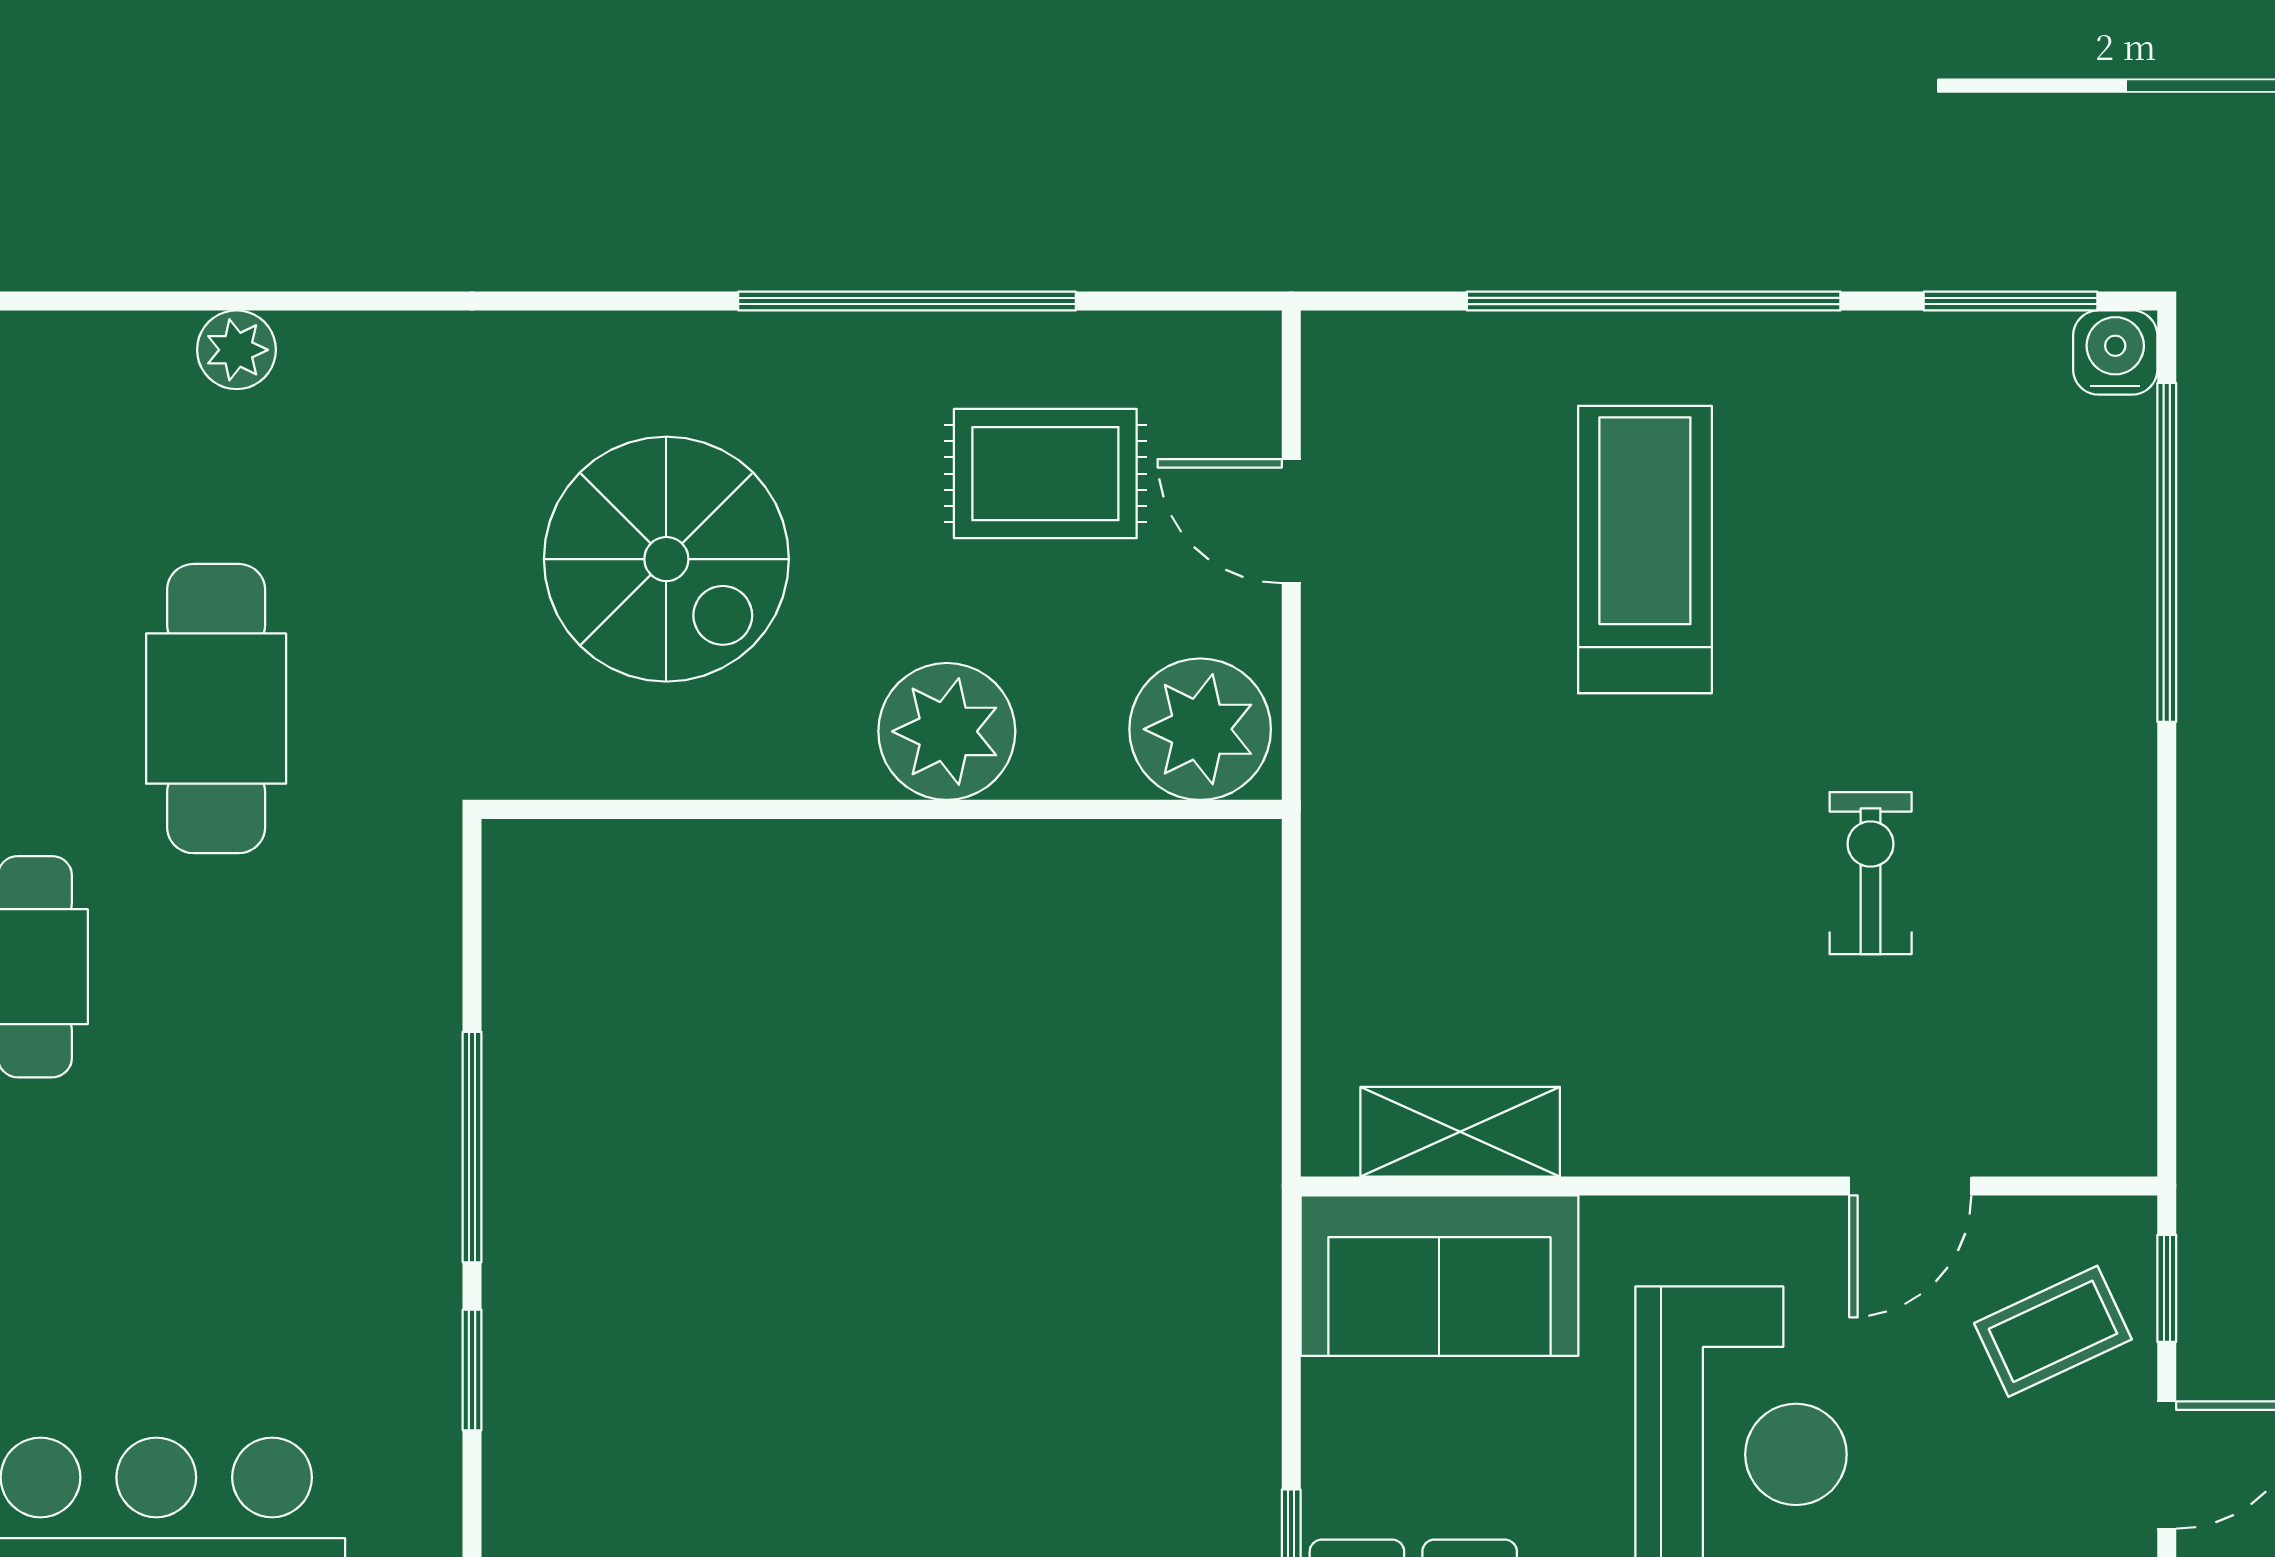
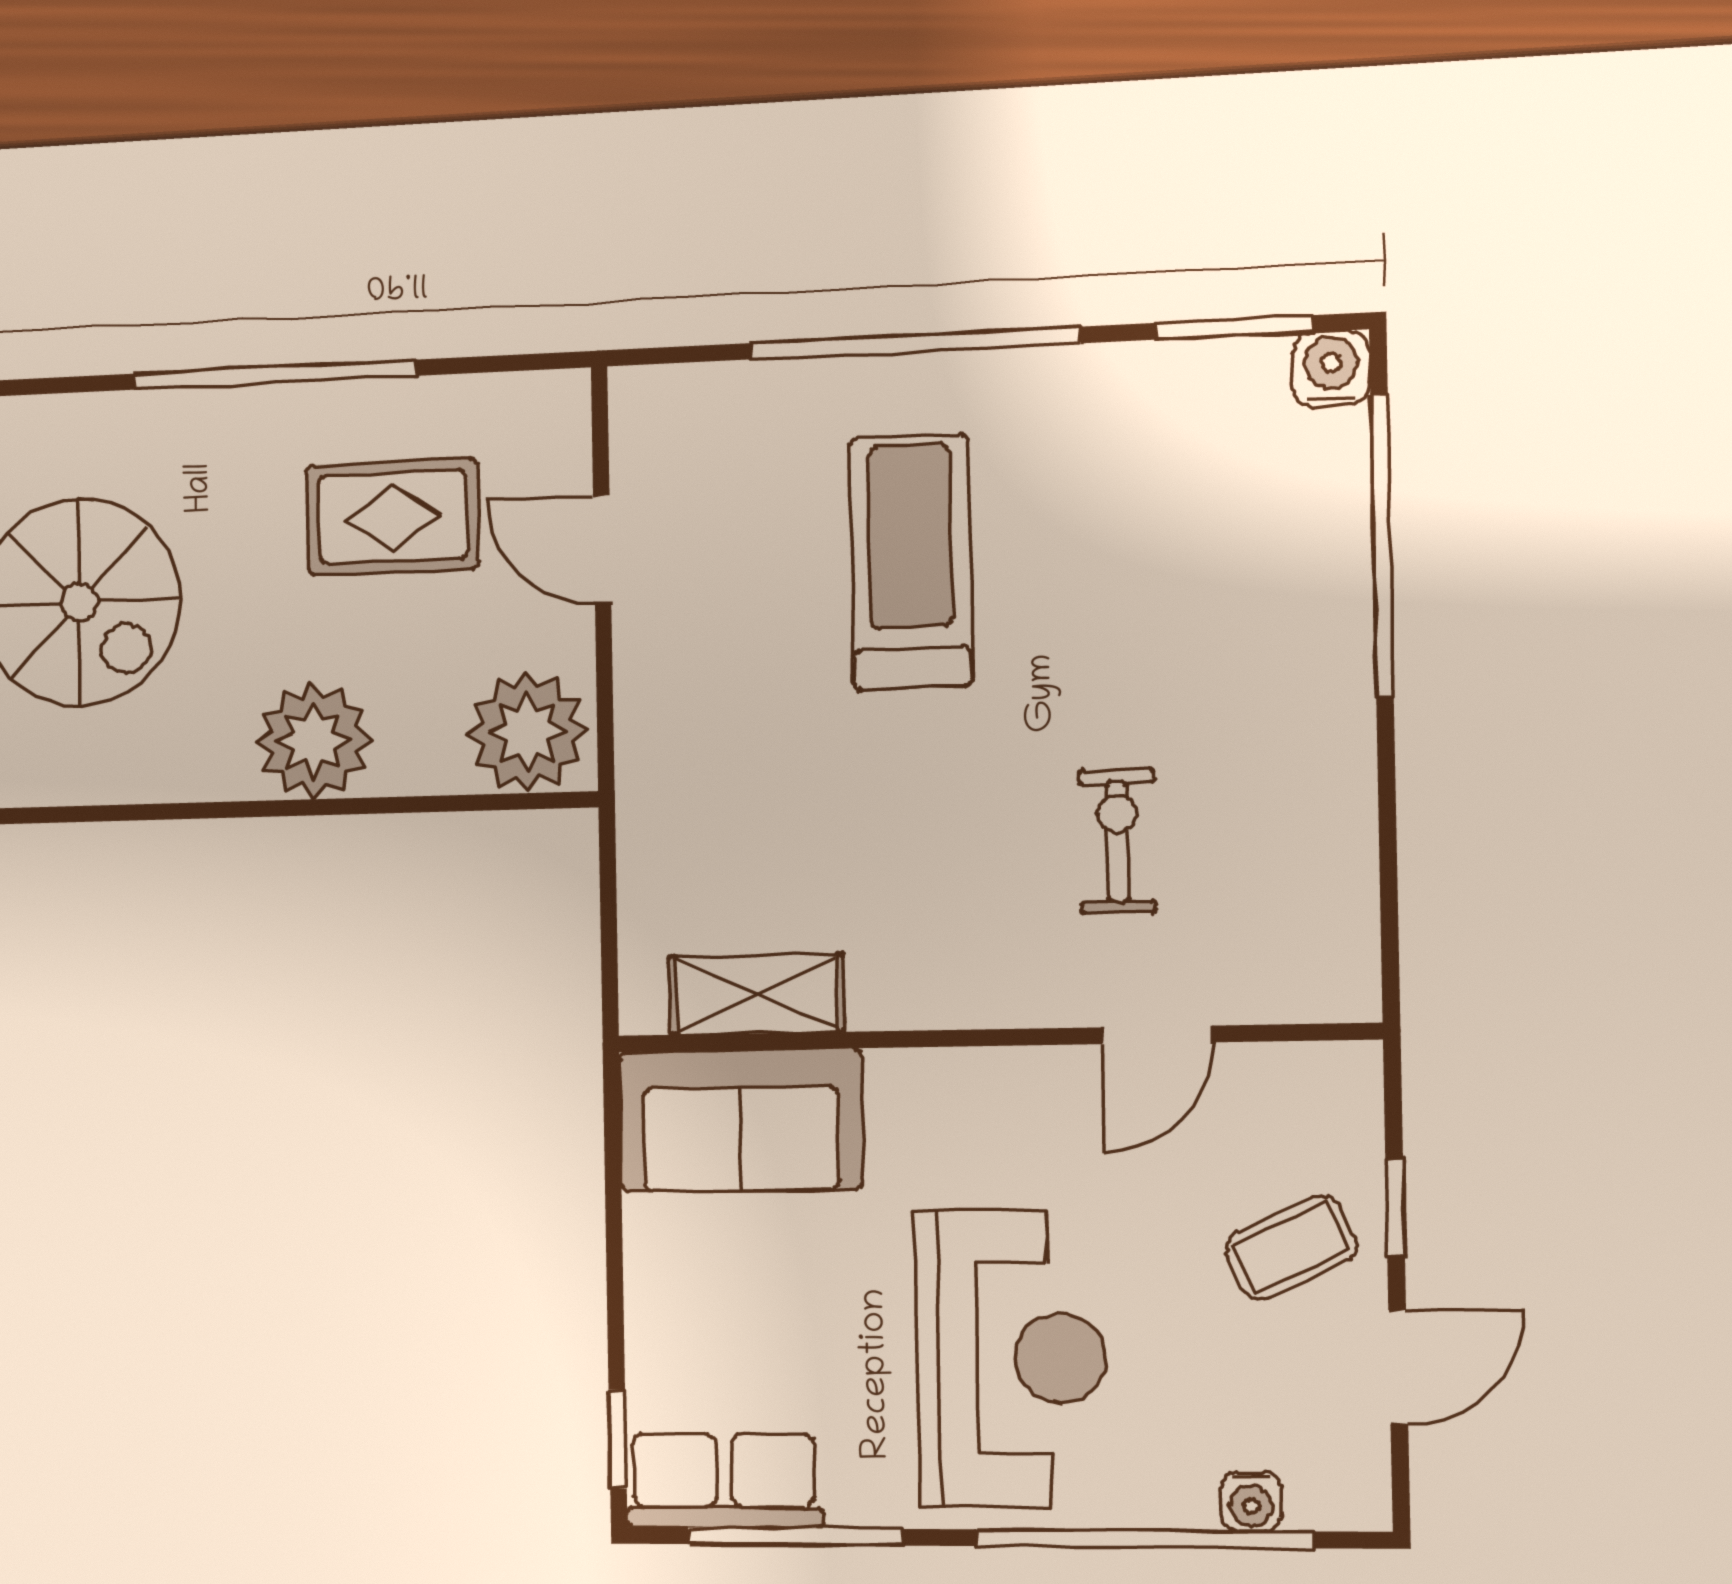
shelving: (1460, 1132) -> (756, 994), moved
wall: (1729, 1186) -> (994, 1038), moved
door: (1910, 1186) -> (1157, 1035), moved
sofa: (1439, 1276) -> (741, 1120), moved

